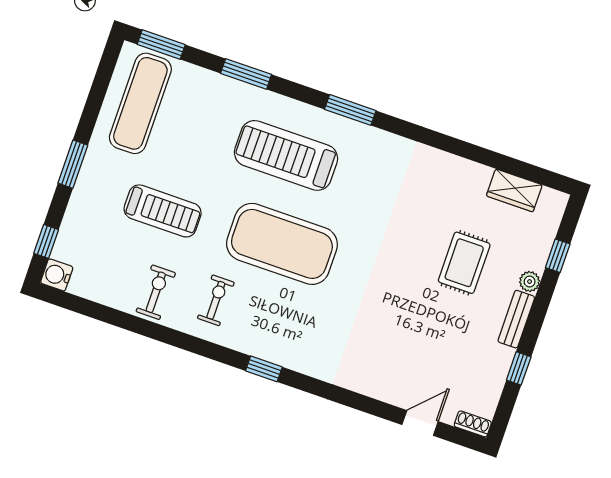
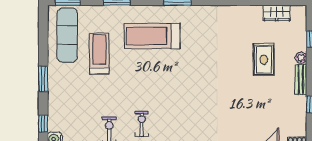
treadmill: (163, 211) -> (99, 54), moved, turned -90
exercise mat: (282, 244) -> (166, 83), removed

